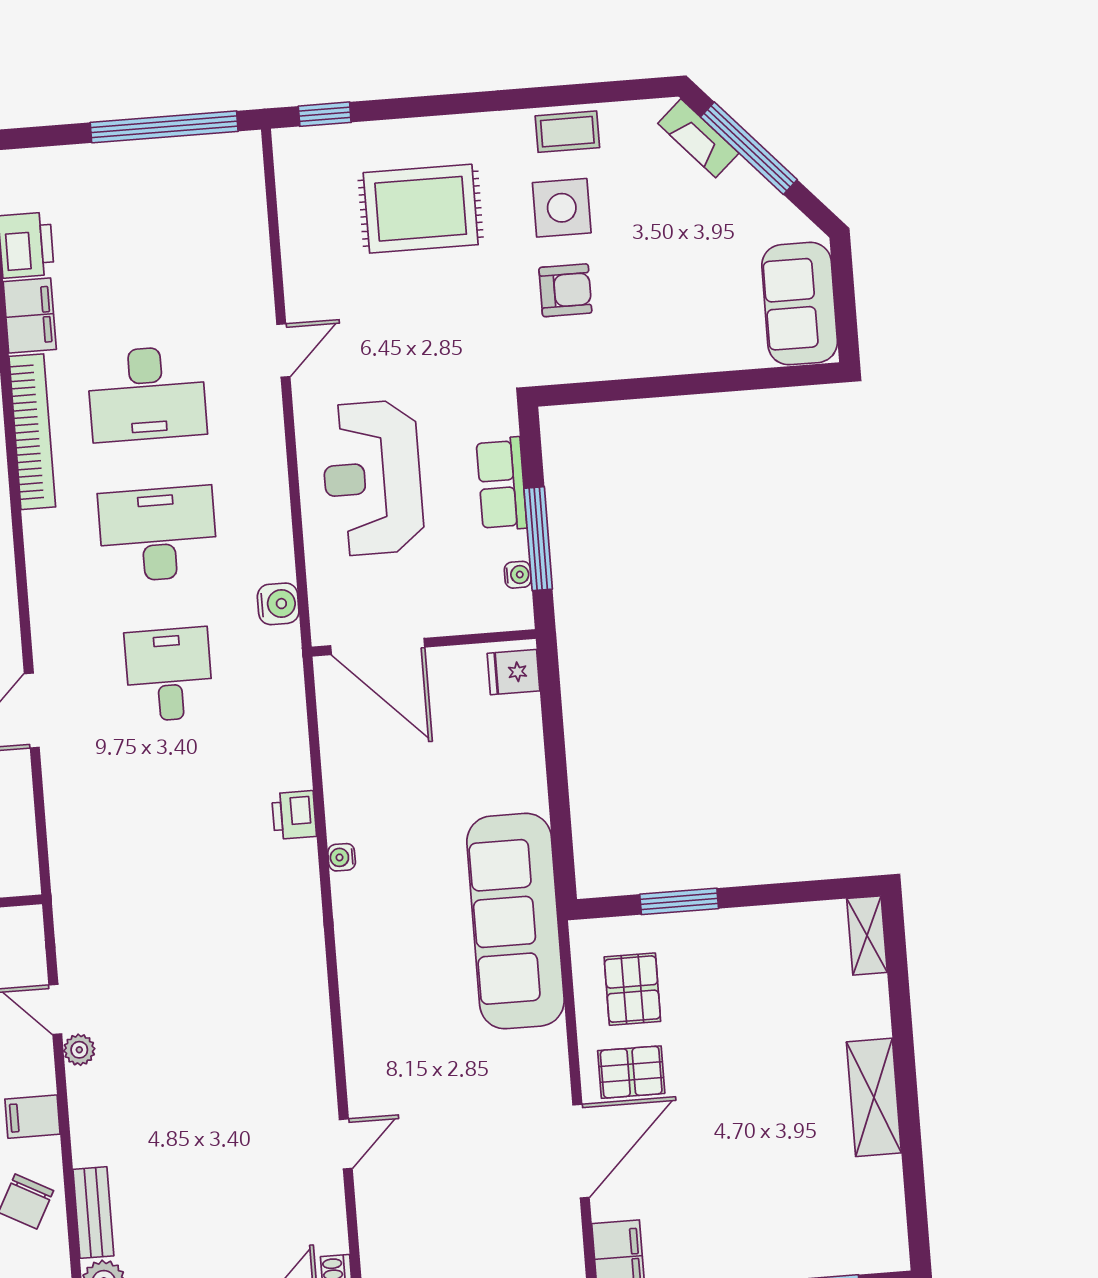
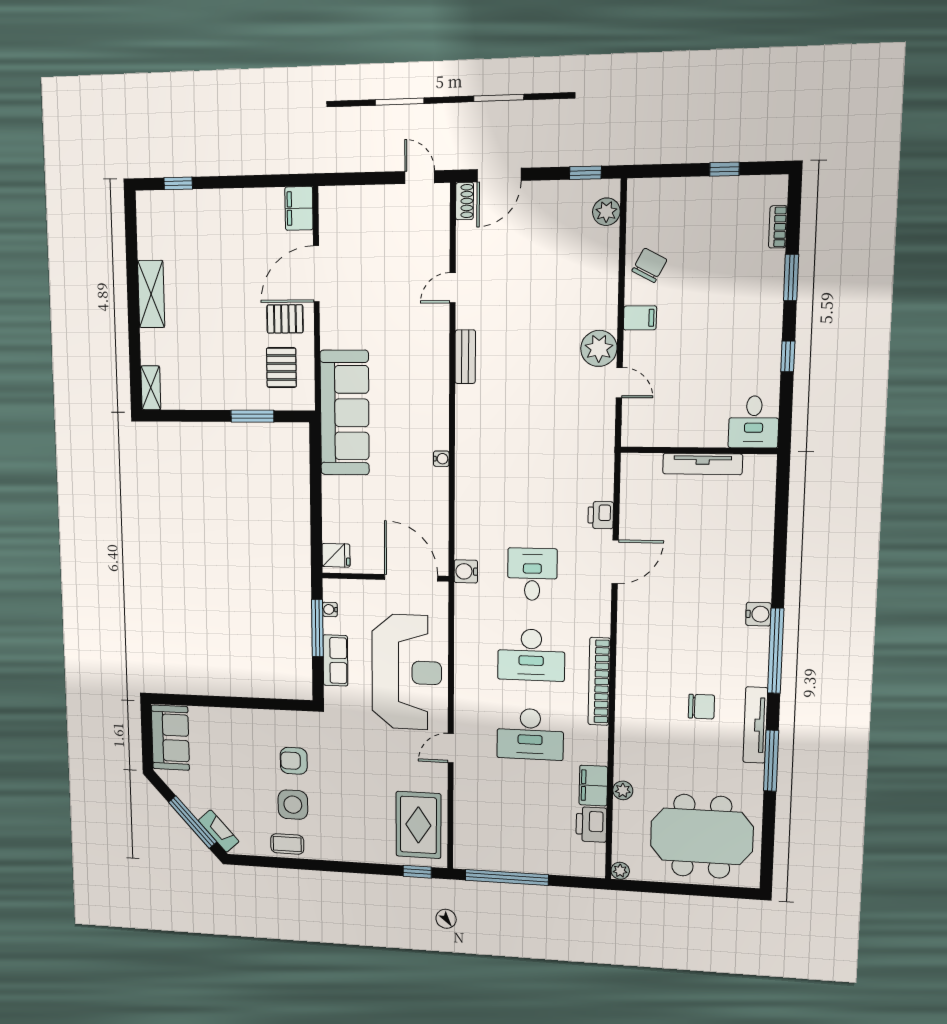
rug: (421, 209) -> (418, 825), moved, turned 90
desk: (147, 394) -> (530, 734), turned 180
bookcase: (32, 432) -> (599, 681), moved
reception desk: (372, 478) -> (407, 672), width x1.36, depth x1.30
water cooler: (278, 604) -> (466, 571), moved
desk: (169, 675) -> (532, 574), turned 180
printer: (294, 815) -> (601, 515), moved, turned 180
plant: (79, 1050) -> (599, 348), width x1.88, depth x1.88
bench: (93, 1213) -> (465, 357), moved

